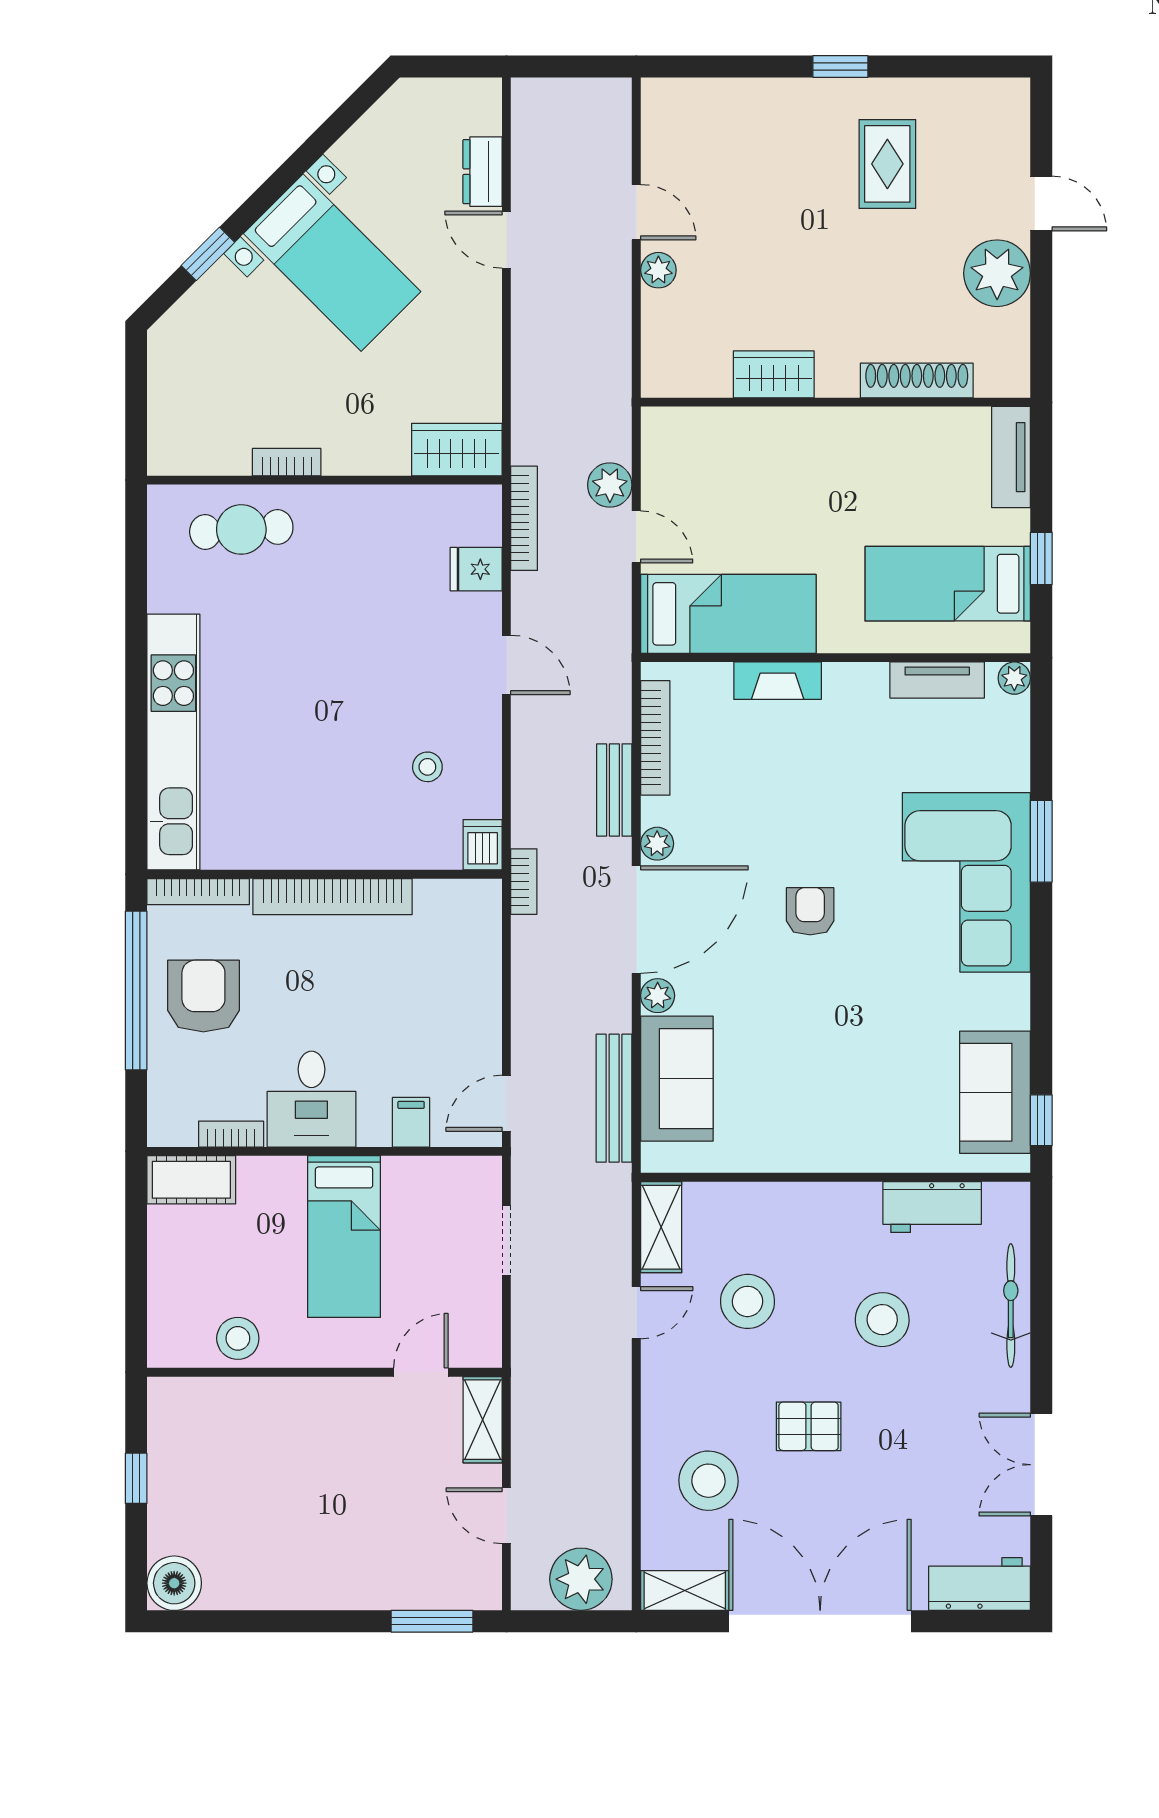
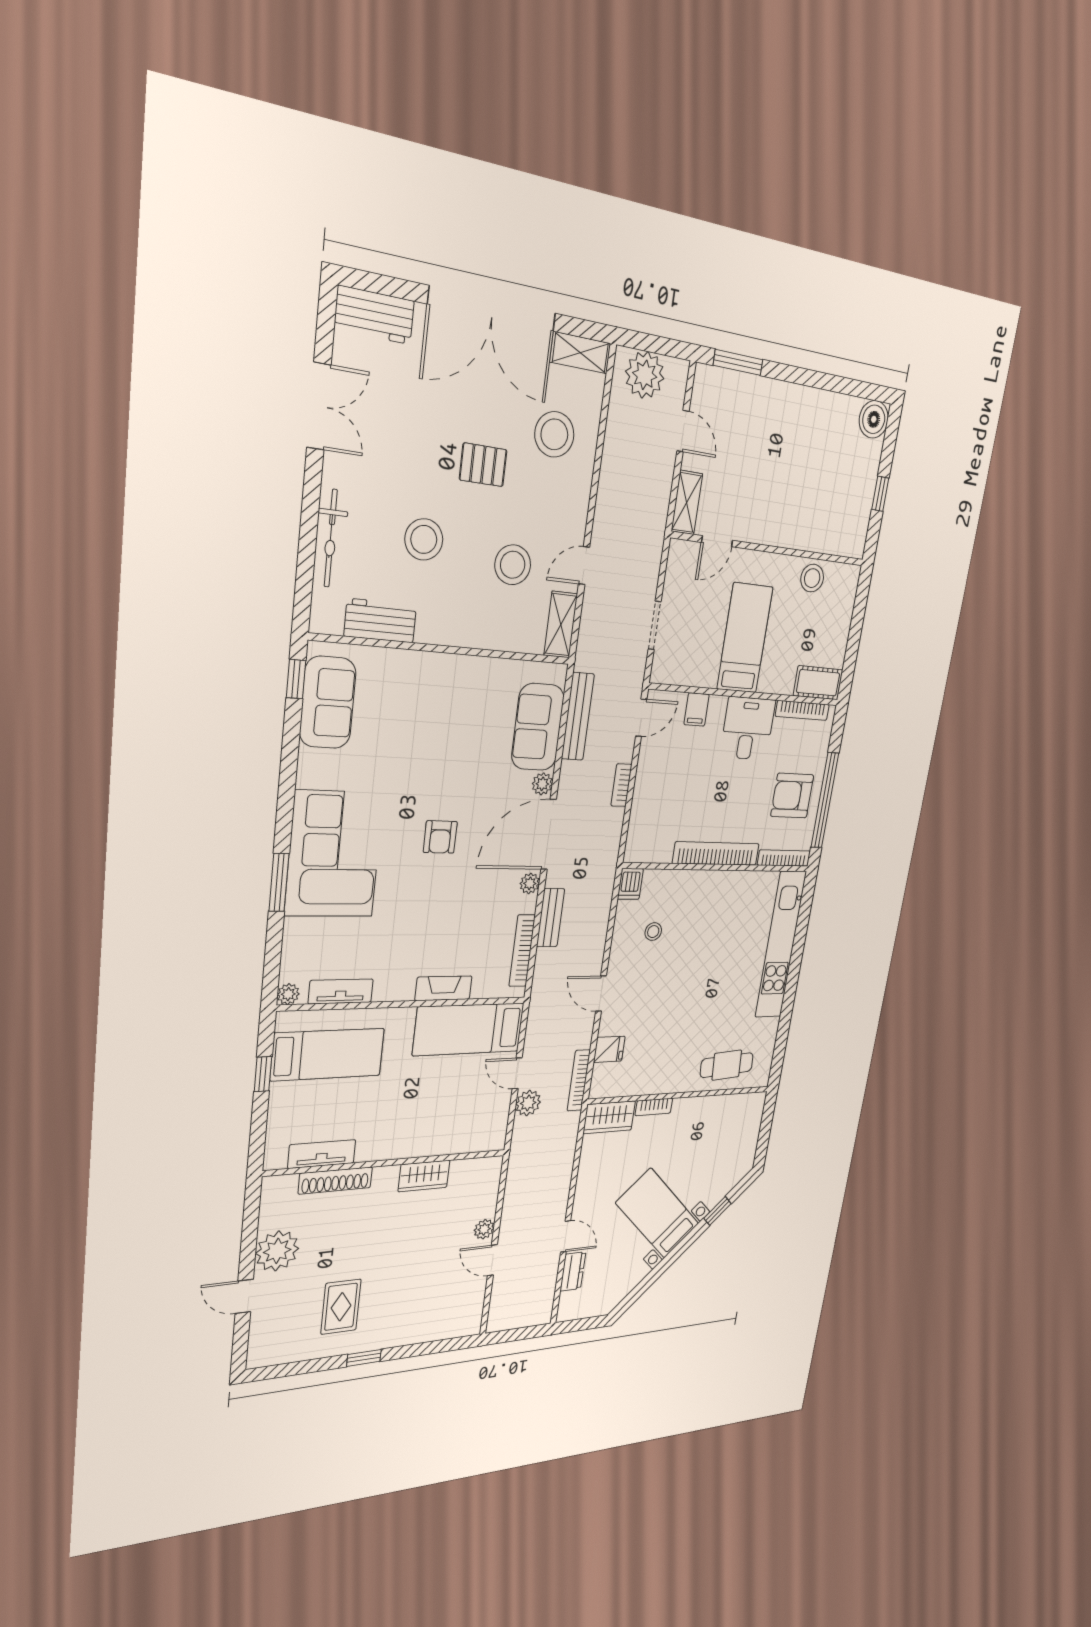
tv unit: (1011, 457) -> (322, 1154), moved, turned -90
bookcase: (287, 462) -> (654, 1107), moved
bookcase: (524, 882) -> (621, 785), moved
armchair: (203, 996) -> (792, 796), turned 90
bookcase: (231, 1134) -> (802, 710), width x1.56

